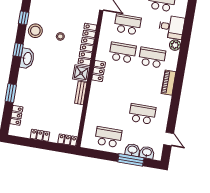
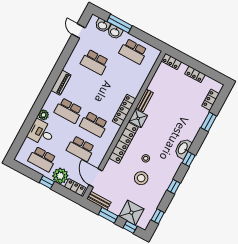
stool: (35, 31) -> (141, 178), moved
locker: (99, 71) -> (124, 110), width x1.53

